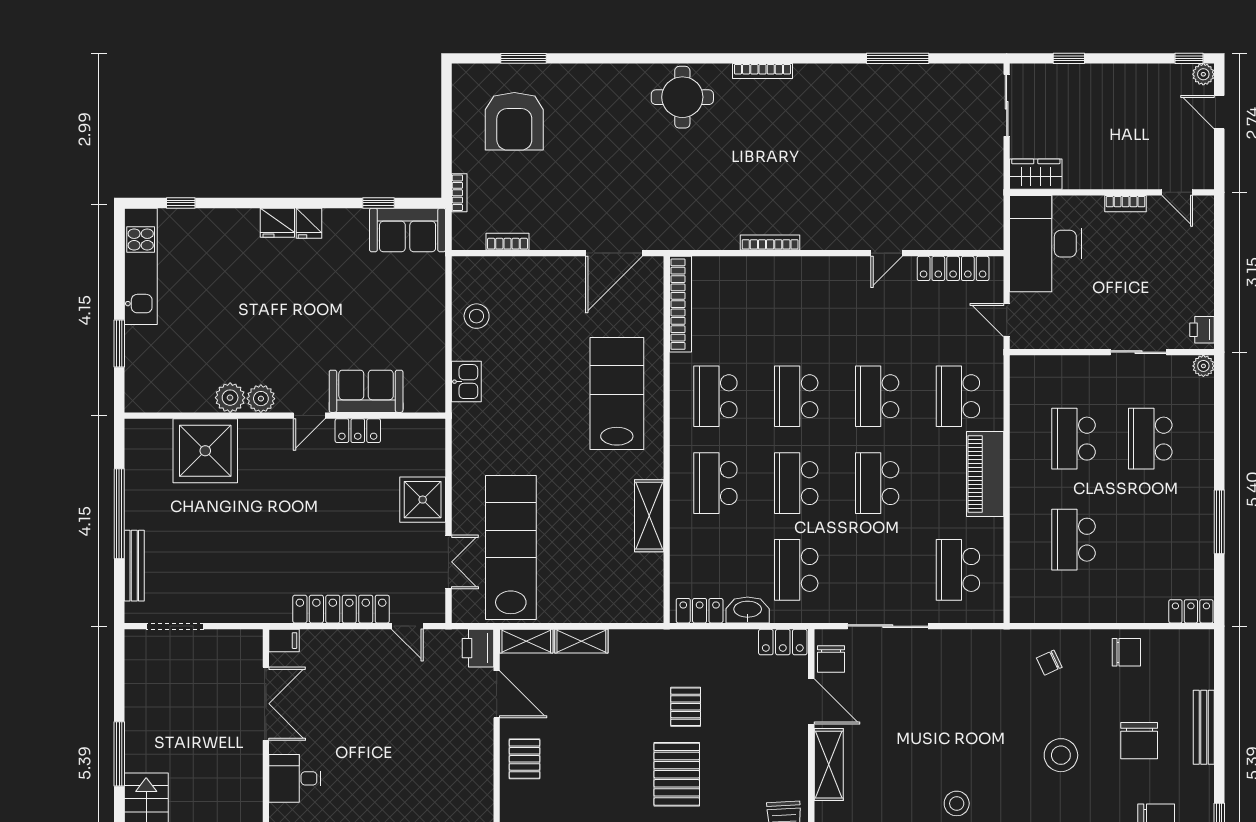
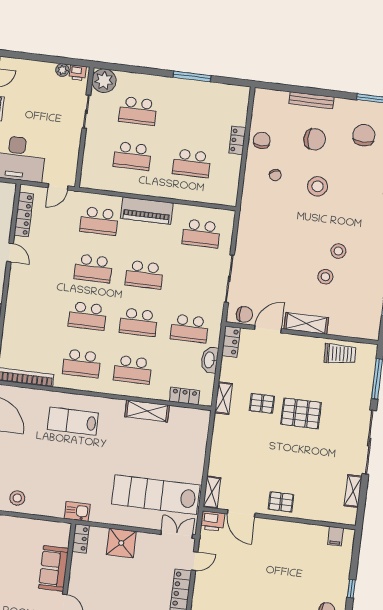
plant: (1203, 304) -> (62, 70), added
plant: (1203, 366) -> (104, 81), width x1.88, depth x1.88
kitchen sink: (466, 382) -> (77, 511), moved
lab bench: (617, 394) -> (73, 421), width x0.73, depth x0.72
locker: (358, 431) -> (81, 539), moved
double door: (448, 562) -> (177, 534), moved
locker: (700, 611) -> (185, 396), moved, turned 90
locker: (1191, 611) -> (237, 140), moved
shelving: (581, 641) -> (223, 398), moved
chair: (1049, 663) -> (275, 175), moved
door: (497, 694) -> (241, 513), swing flipped
stool: (911, 787) -> (325, 277), added

